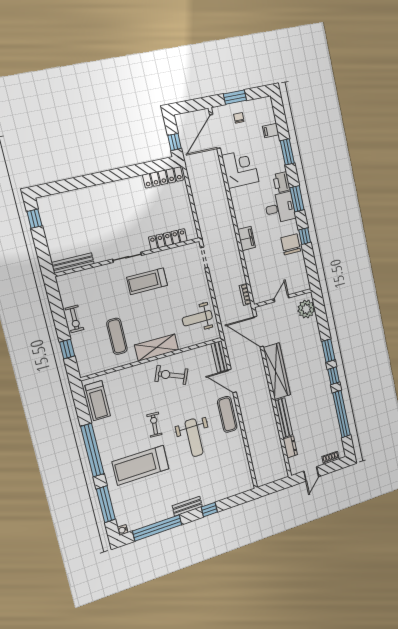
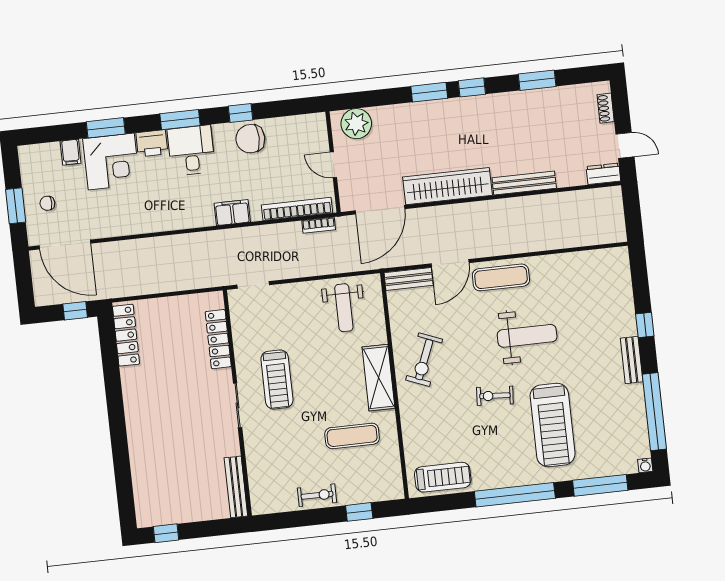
corner desk: (240, 169) -> (111, 161), moved, turned 180
bookcase: (253, 279) -> (297, 209), added
window: (341, 414) -> (537, 80), width x0.47
dresser: (290, 447) -> (603, 174), moved

